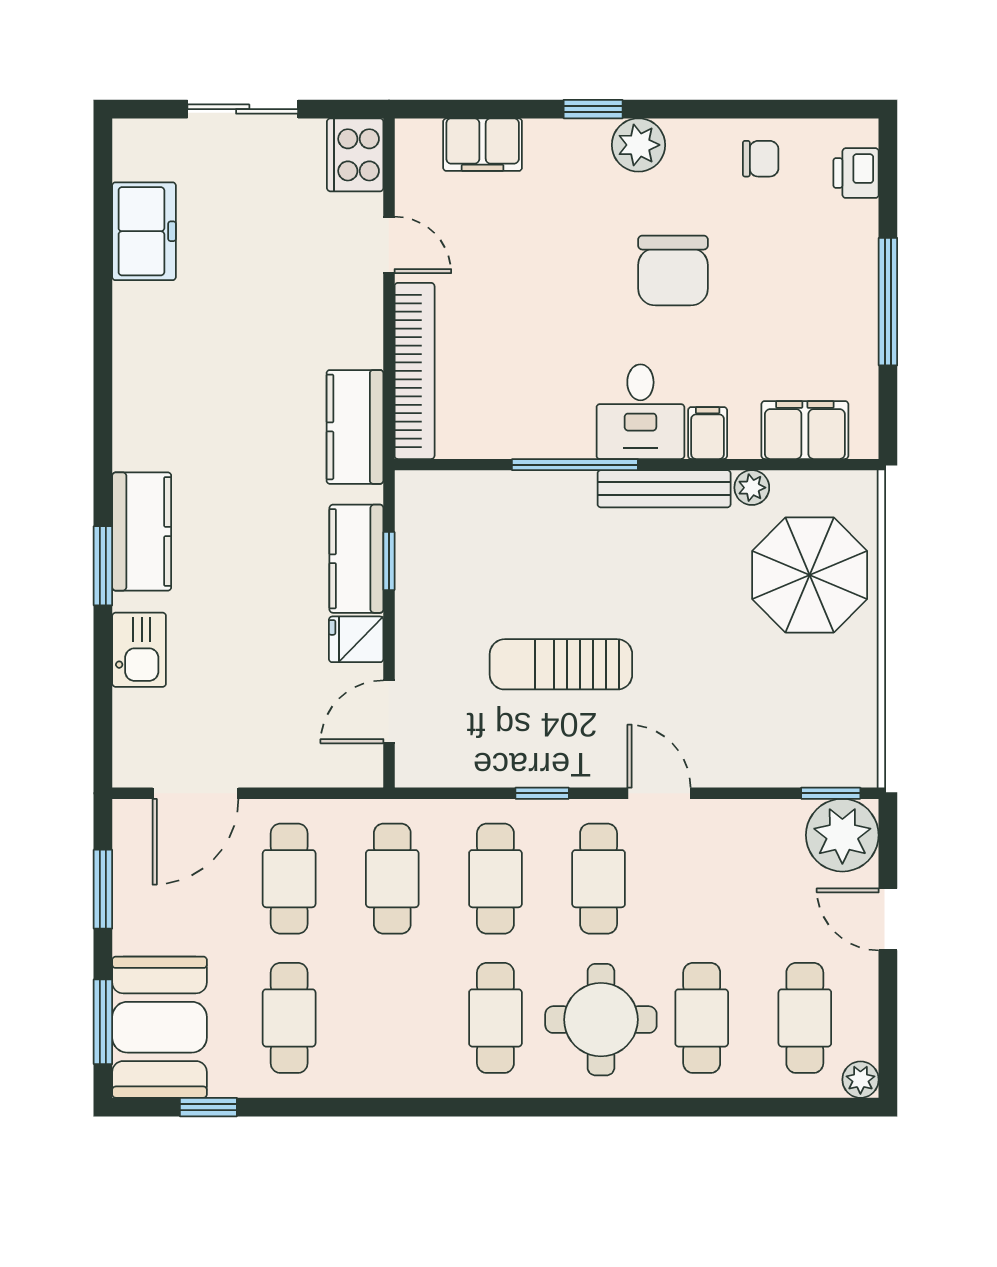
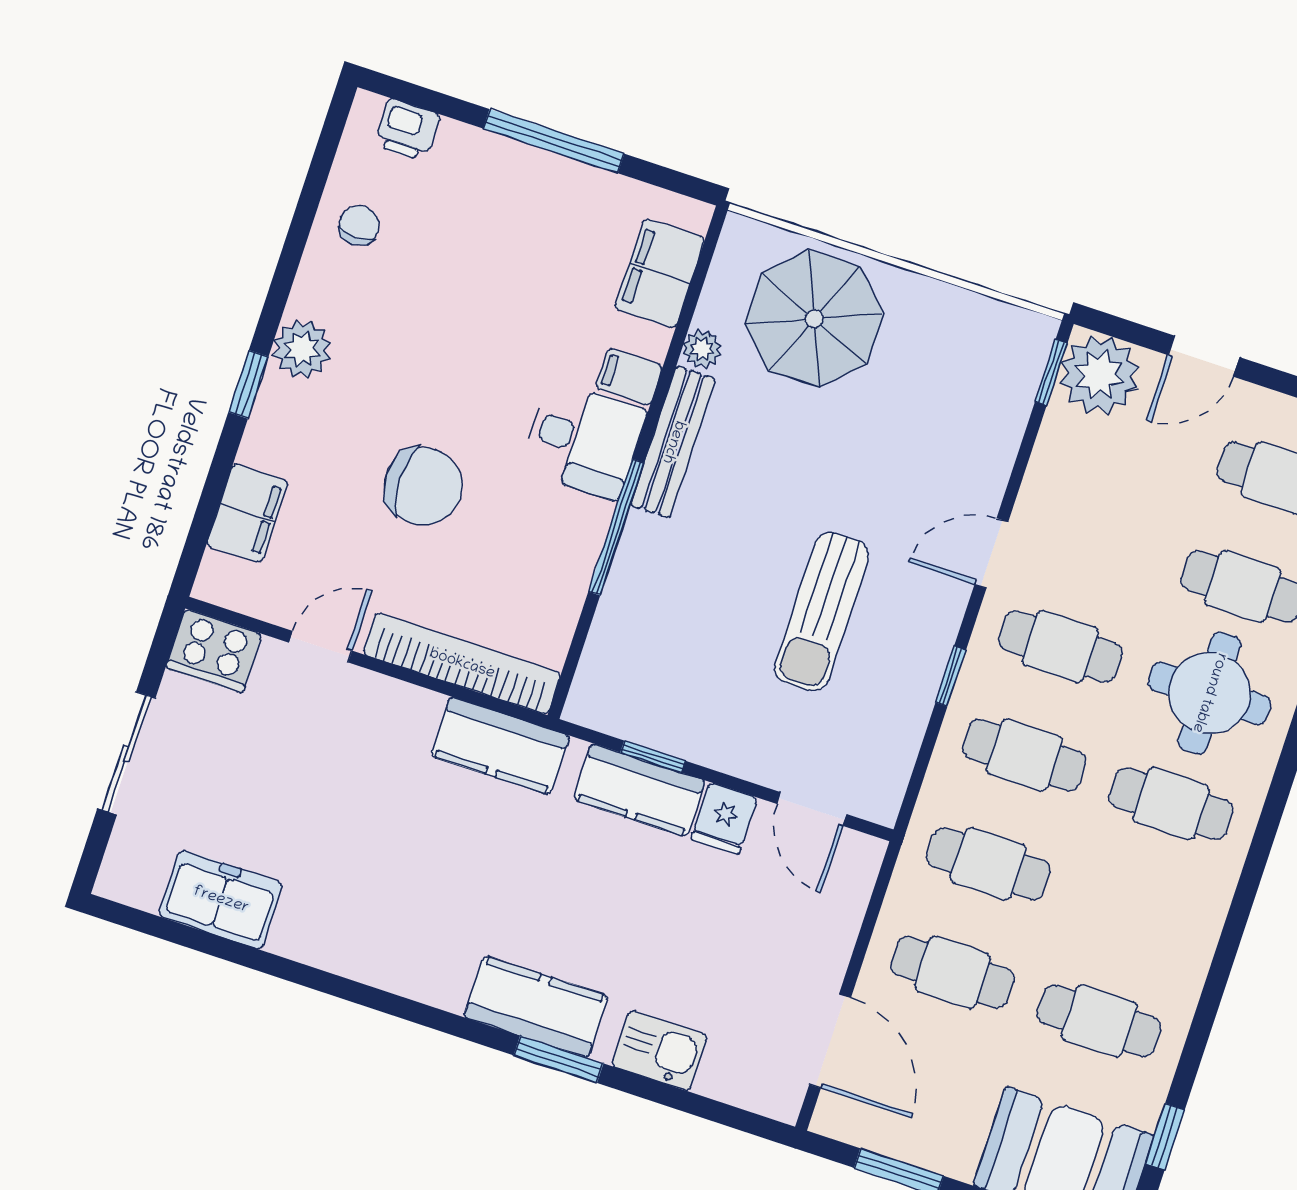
chair: (673, 270) -> (423, 486), moved

